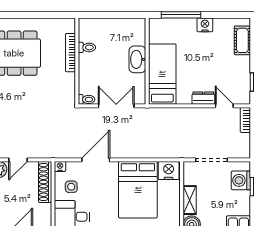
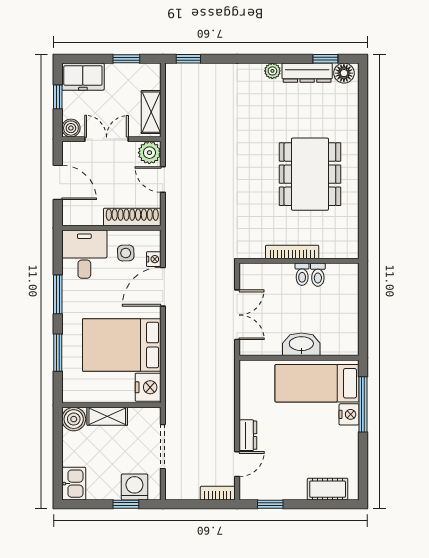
nightstand: (205, 25) -> (349, 414), moved
bookcase: (70, 53) -> (292, 252), moved
bed: (162, 74) -> (317, 383), moved, turned 180
toilet: (87, 99) -> (302, 274), moved
door: (96, 160) -> (163, 287), swing flipped
nightstand: (60, 166) -> (154, 259), moved

